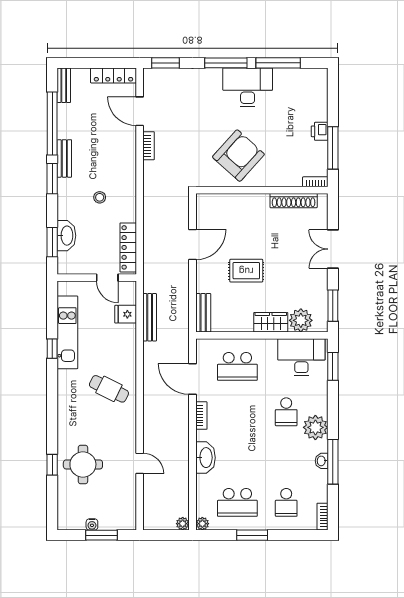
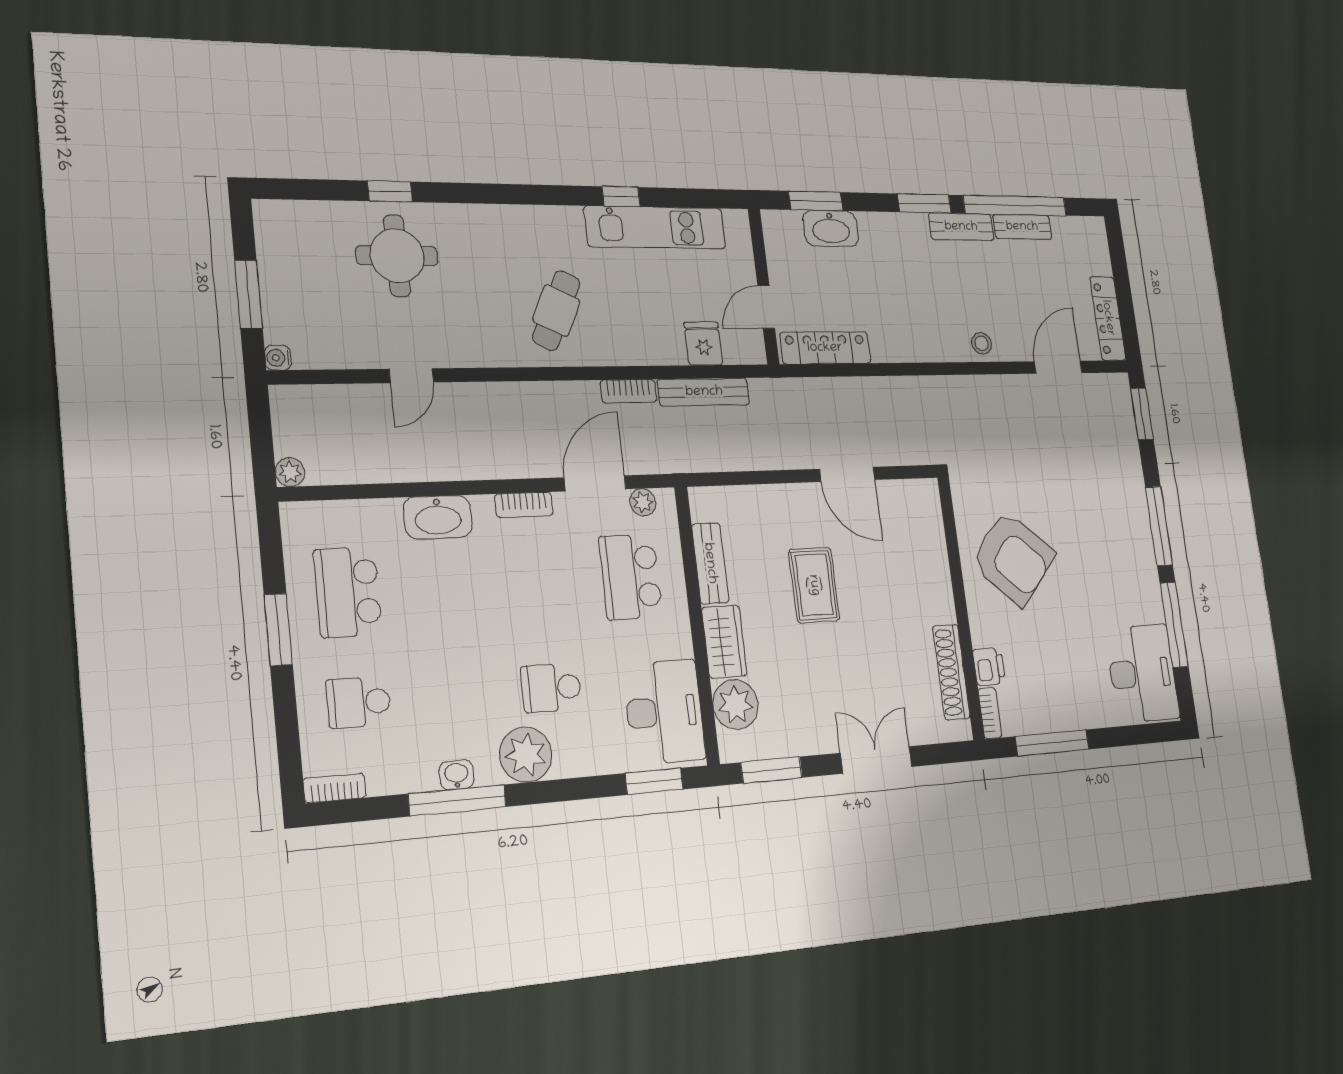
bench: (64, 85) -> (1022, 227), moved
desk: (248, 87) -> (1142, 673), moved
printer: (320, 131) -> (989, 667), moved, turned 90
bookcase: (149, 146) -> (629, 391), moved
stool: (100, 197) -> (982, 343), moved
bench: (203, 313) -> (710, 563), moved, turned 90
water cooler: (92, 524) -> (278, 358), moved
plant: (202, 524) -> (643, 502), moved

